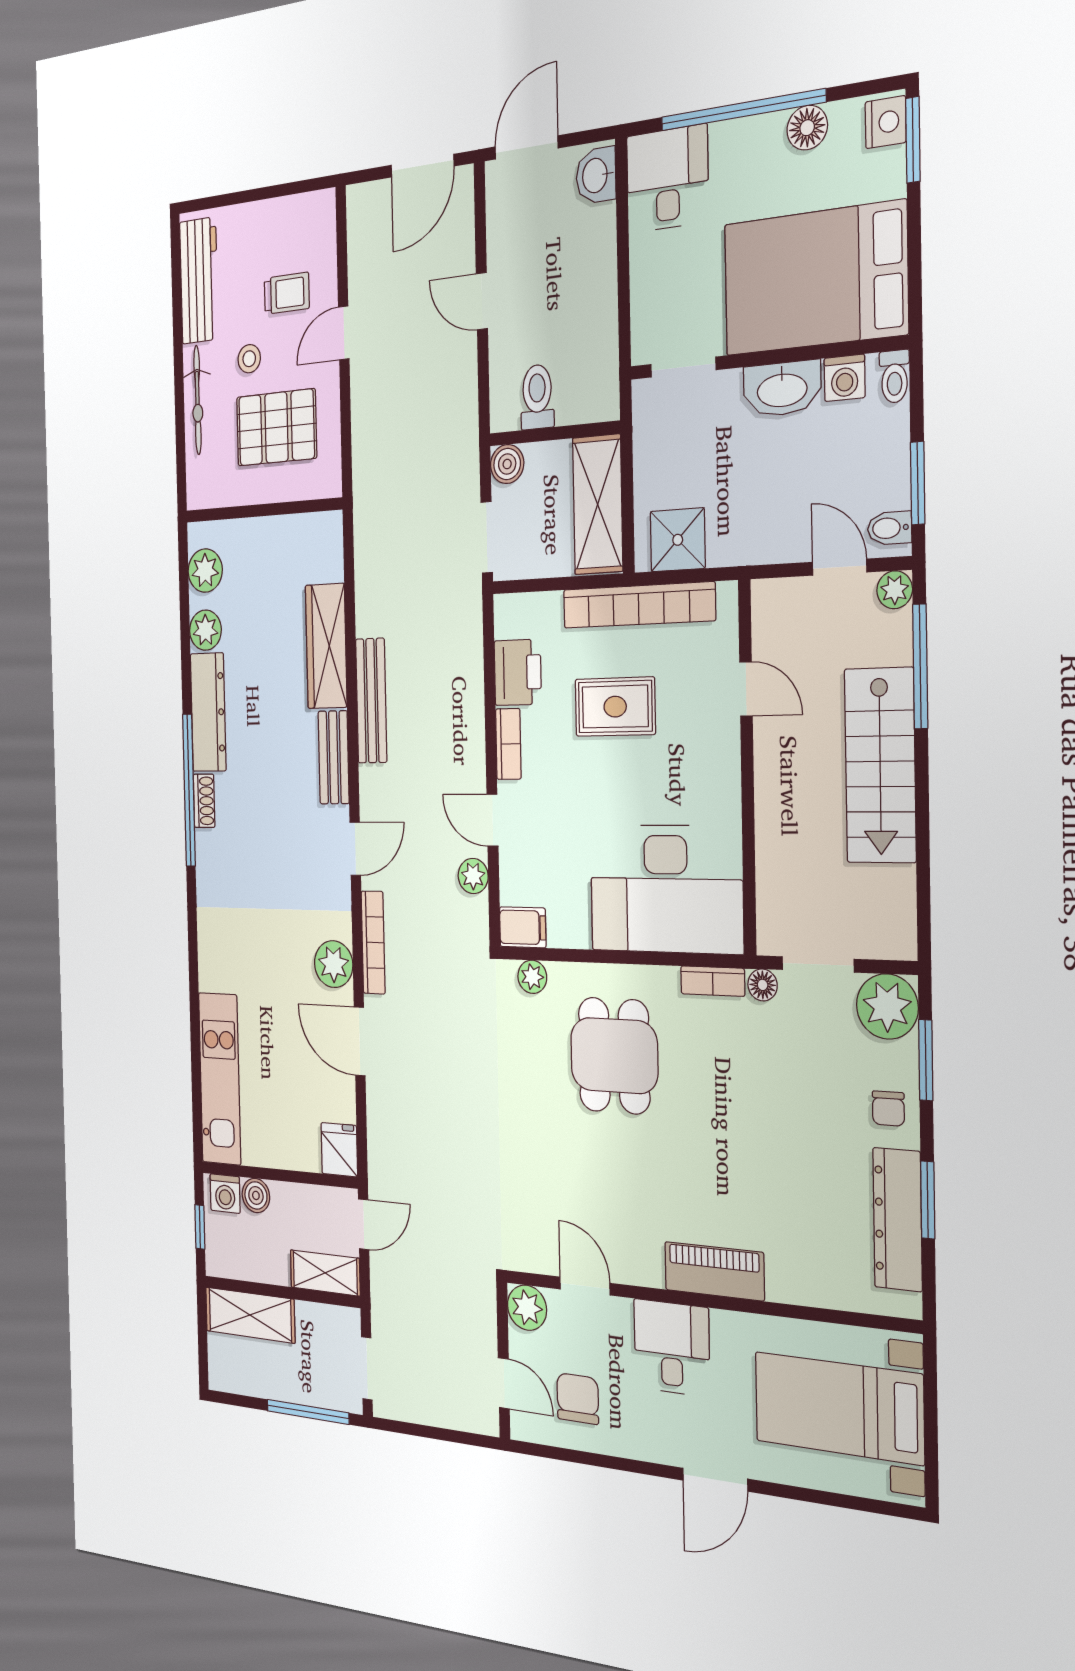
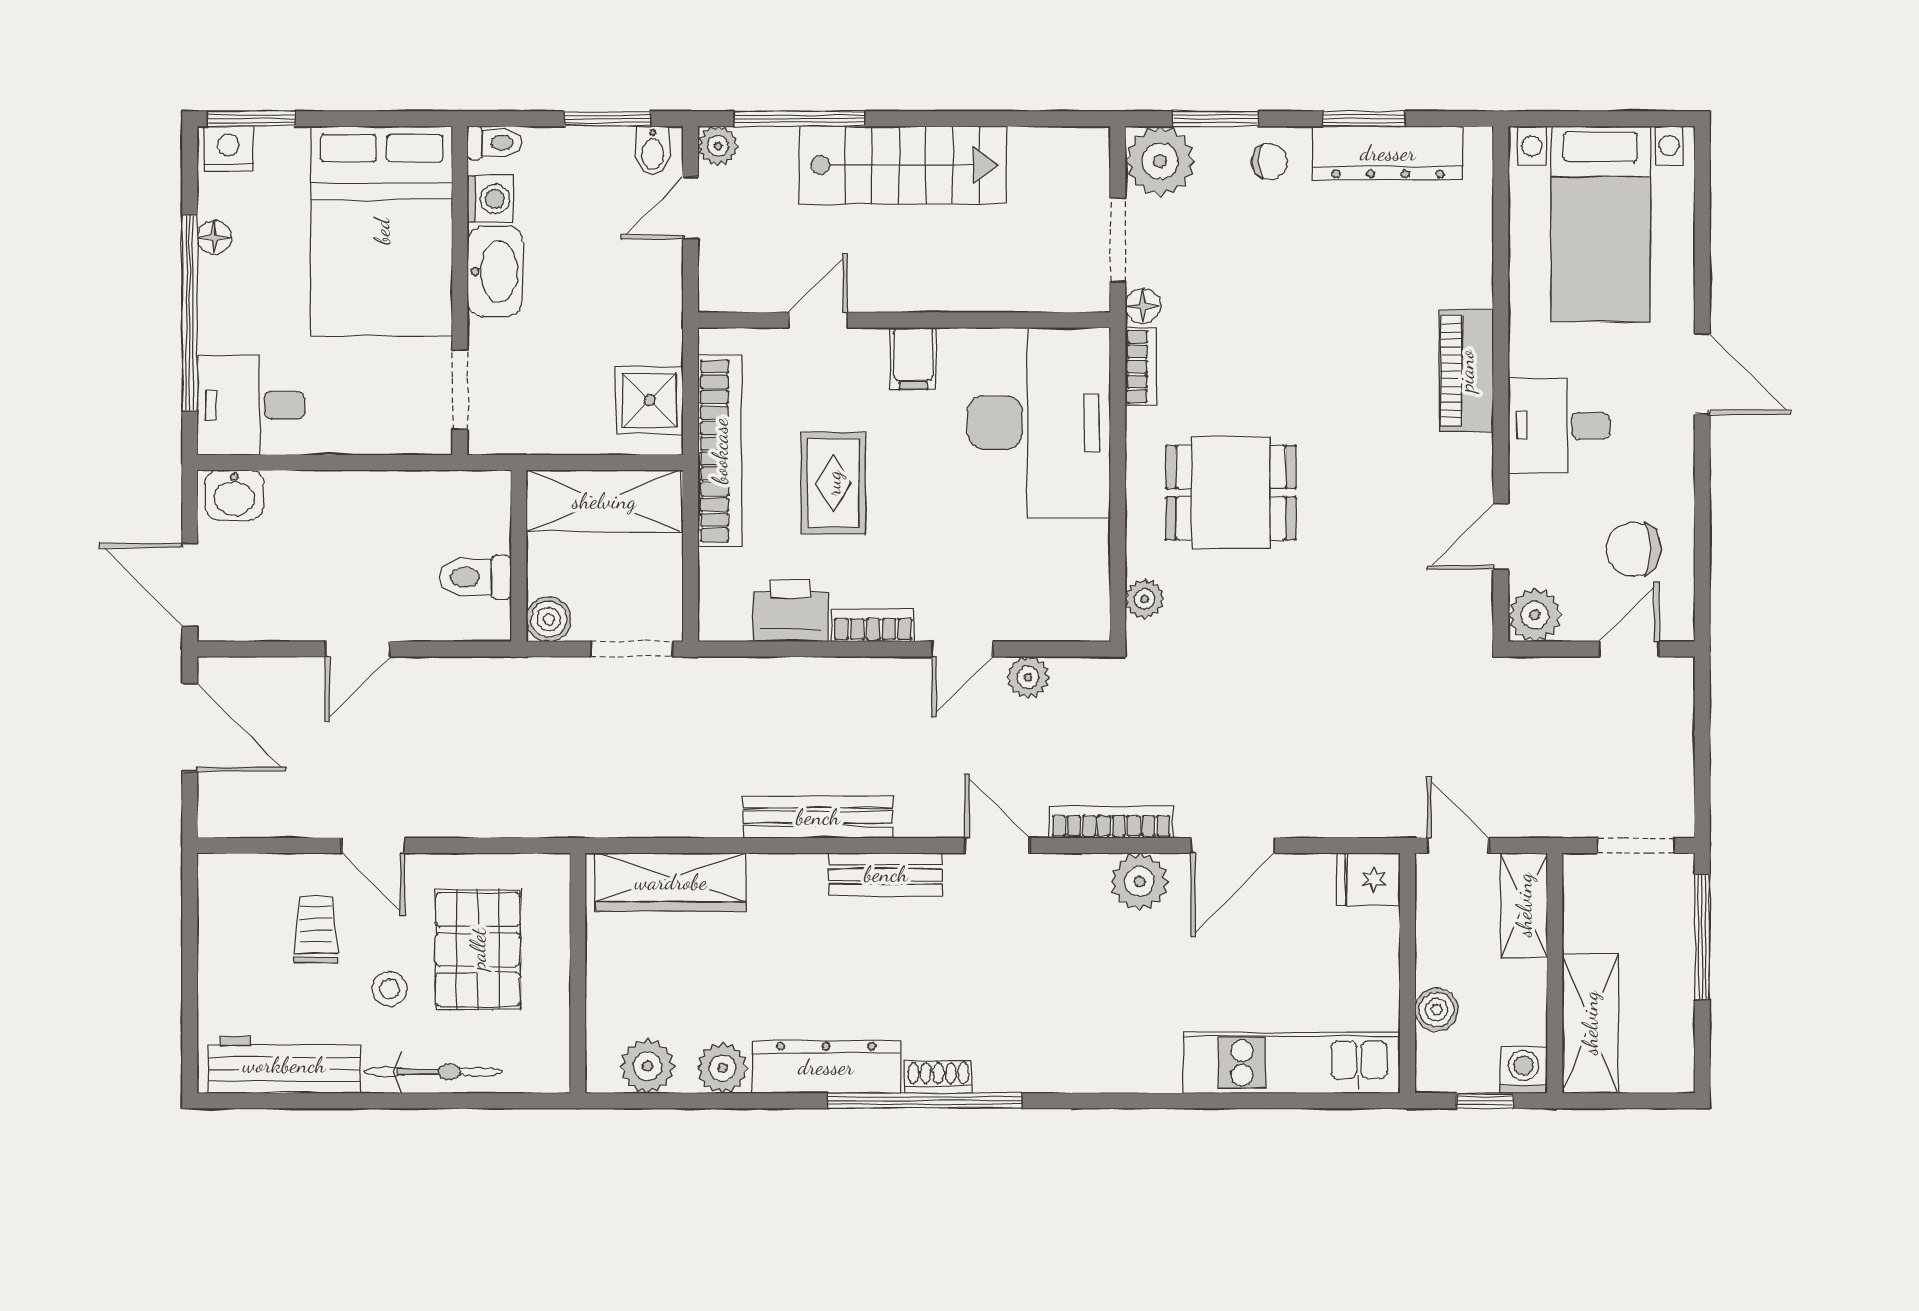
floor lamp: (807, 128) -> (214, 237), width x0.73, depth x0.73
wardrobe: (326, 646) -> (671, 882), moved
filing cabinet: (523, 927) -> (913, 358), moved, turned 180
washing machine: (225, 1194) -> (1524, 1070), moved, turned -90

